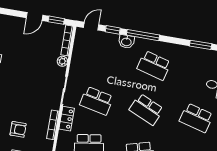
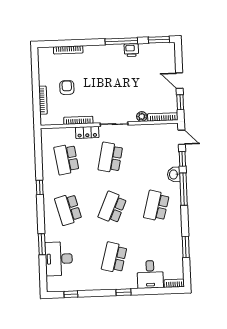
armchair: (18, 129) -> (67, 88), turned 180

